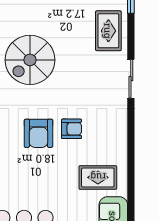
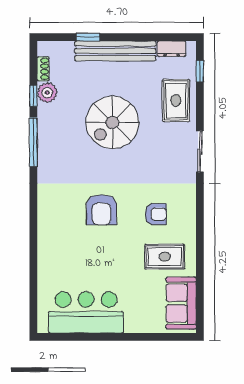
spiral stairs: (30, 60) -> (112, 122), moved
armchair: (72, 129) -> (156, 214), moved

